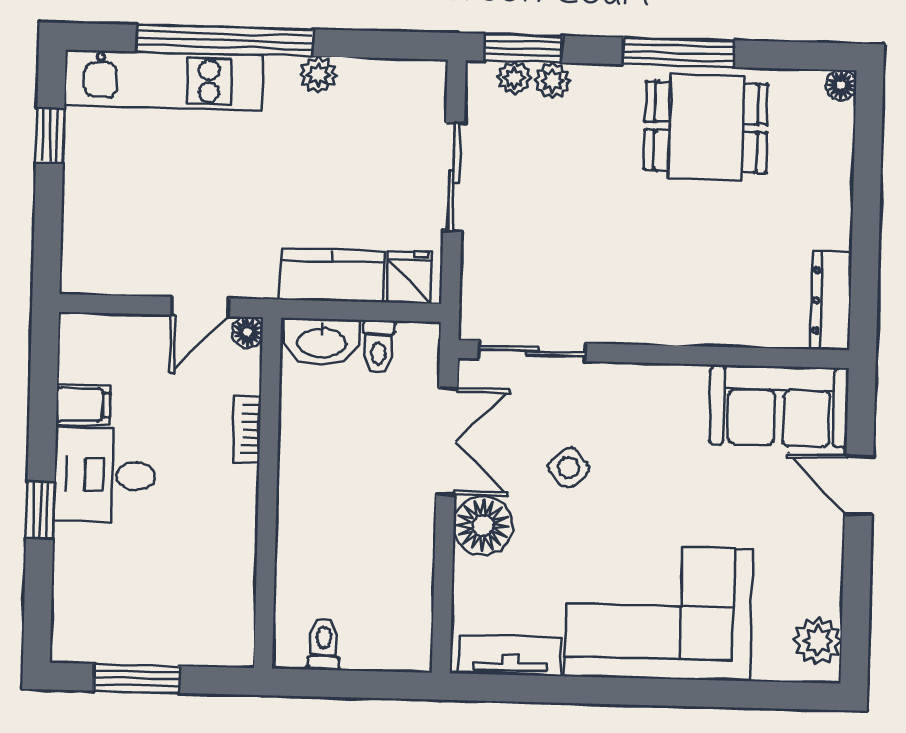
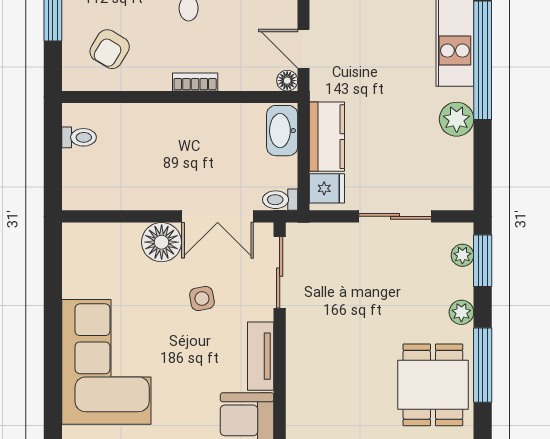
plant: (319, 75) -> (457, 119), width x1.38, depth x1.38
plant: (553, 81) -> (461, 312), moved
toilet: (379, 346) -> (280, 200), moved
bookcase: (247, 430) -> (195, 82), moved
side table: (568, 468) -> (202, 298), turned 32
armchair: (194, 595) -> (110, 49), added
tv unit: (510, 655) -> (261, 356), moved, turned 180

